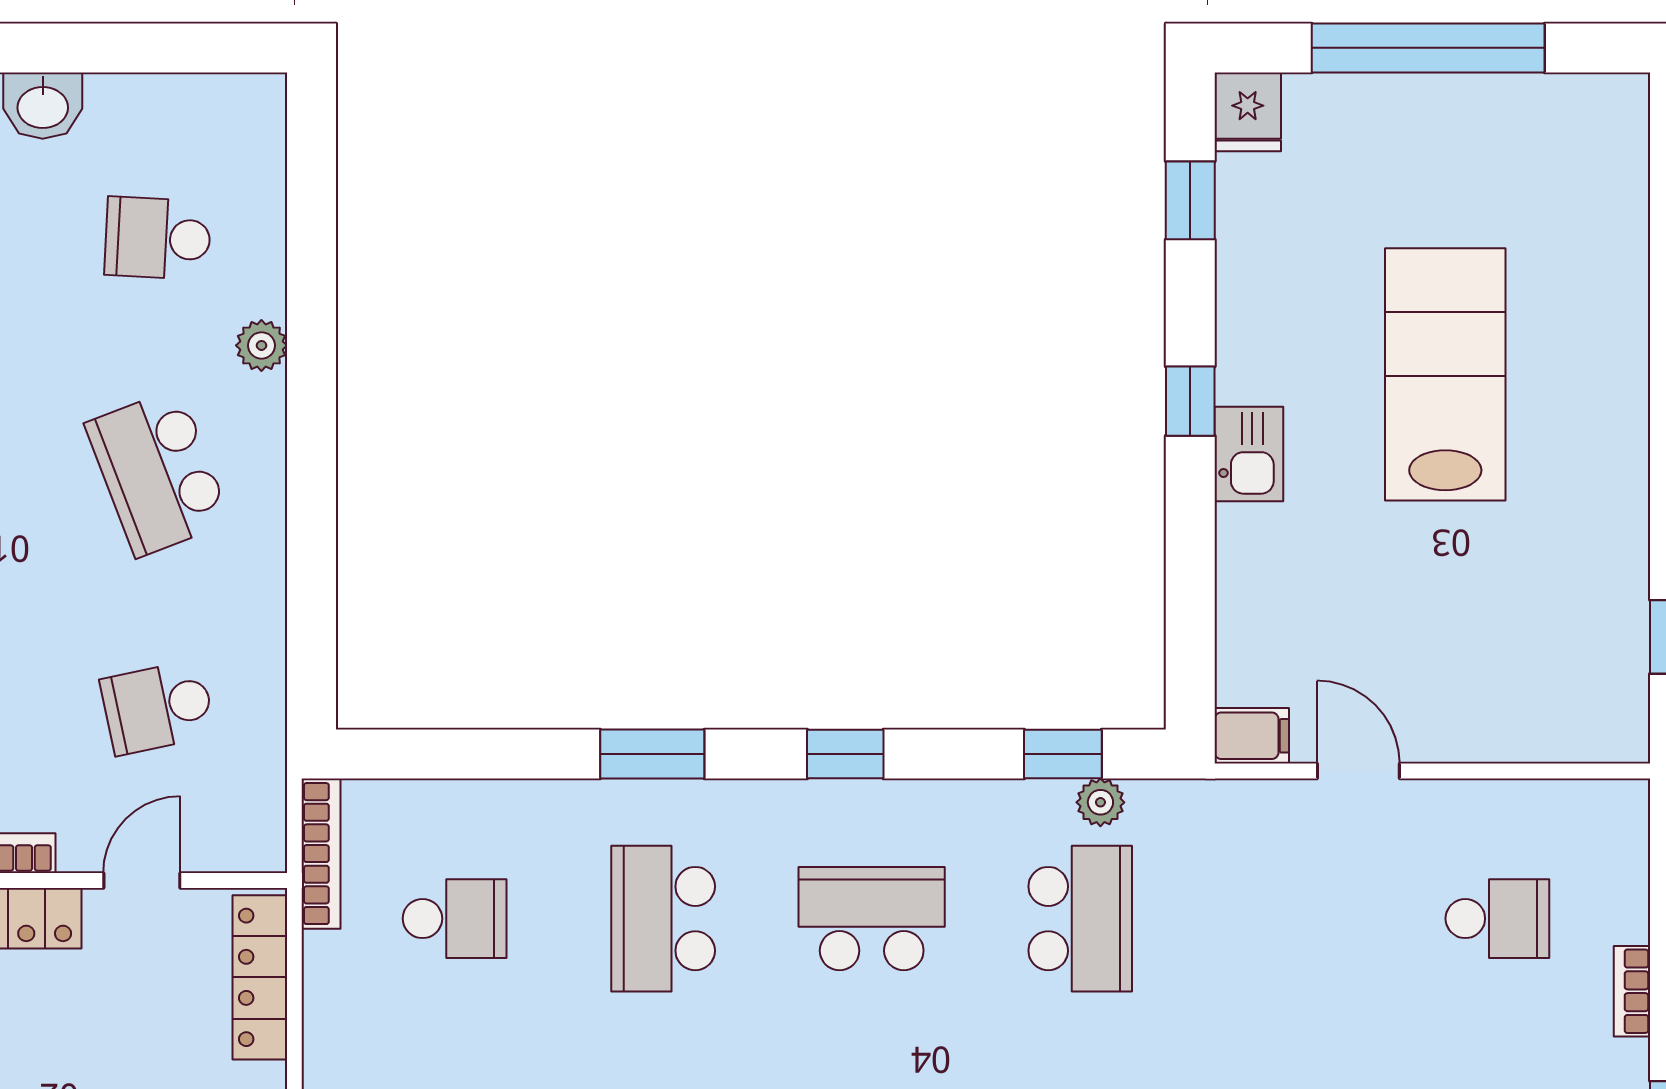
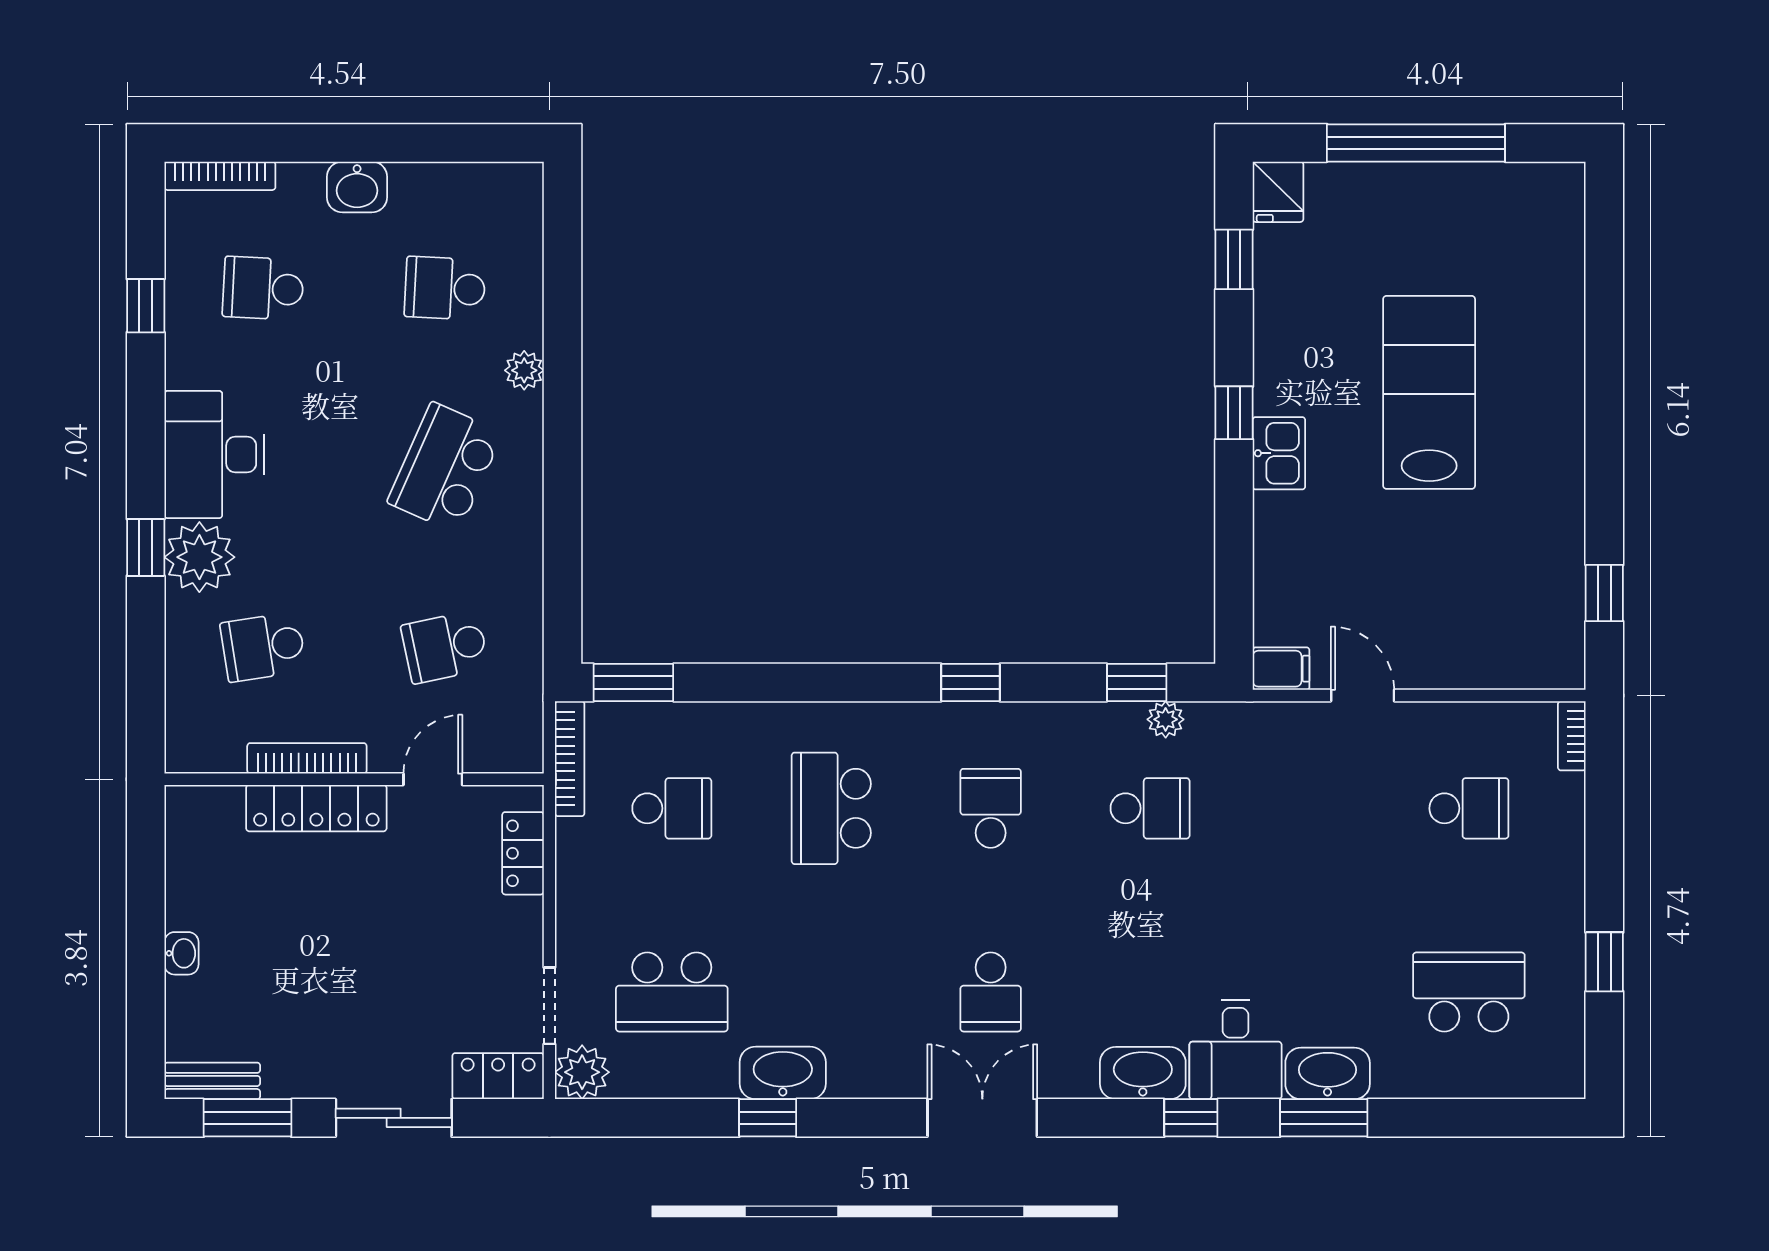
school desk: (158, 473) -> (445, 468), turned 45
window: (652, 754) -> (633, 682), moved
school desk: (872, 919) -> (991, 808), width x0.54
school desk: (1080, 919) -> (1150, 808), width x0.54
locker: (260, 977) -> (523, 853), width x0.66
bookcase: (1632, 991) -> (1572, 736), moved

